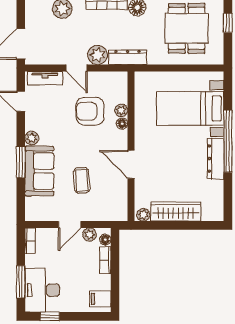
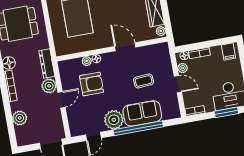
tv unit: (45, 78) -> (73, 122), removed
armchair: (90, 111) -> (92, 84), turned -90
plant: (32, 138) -> (114, 120), width x1.87, depth x1.87
window: (21, 162) -> (138, 128), width x2.11
door: (131, 164) -> (125, 47), swing flipped

